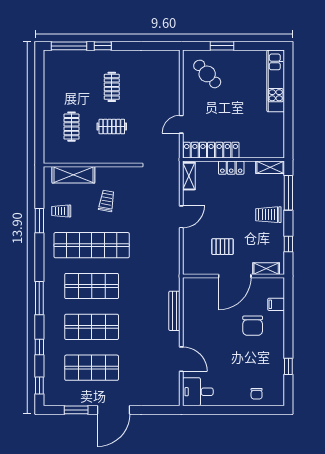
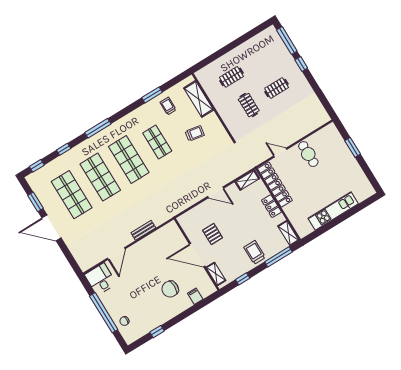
cafe table: (207, 74) -> (308, 154), moved, turned -47
kitchen unit: (276, 81) -> (333, 211), moved
shop shelf: (92, 245) -> (157, 142), width x0.50, depth x0.74
bench: (174, 311) -> (143, 230), width x0.73
window: (235, 410) -> (104, 313), added

